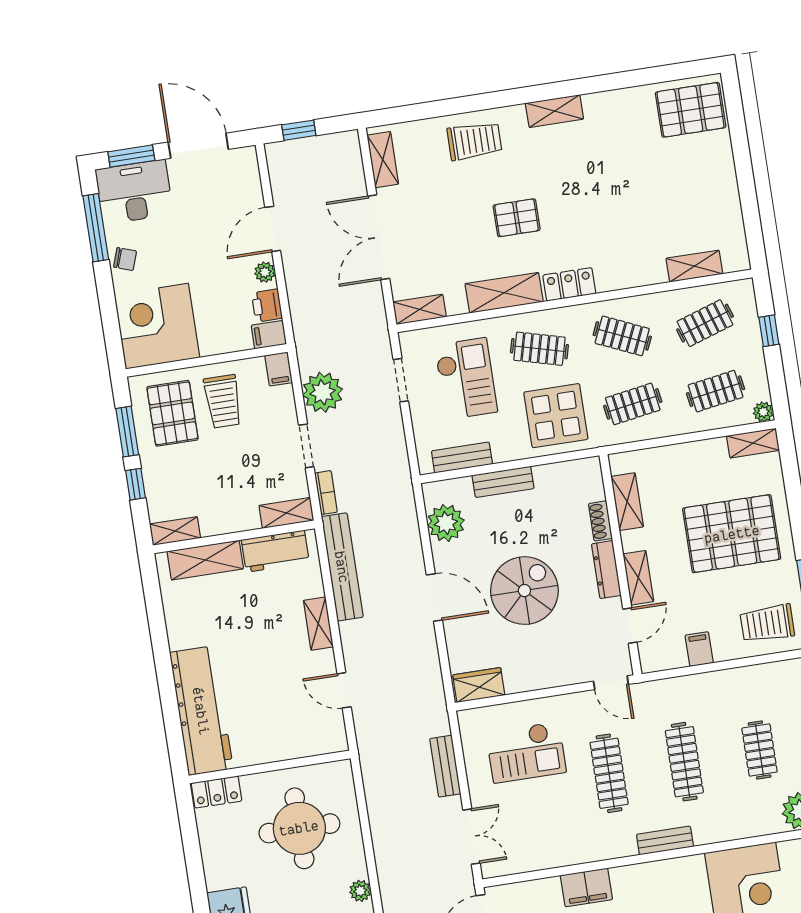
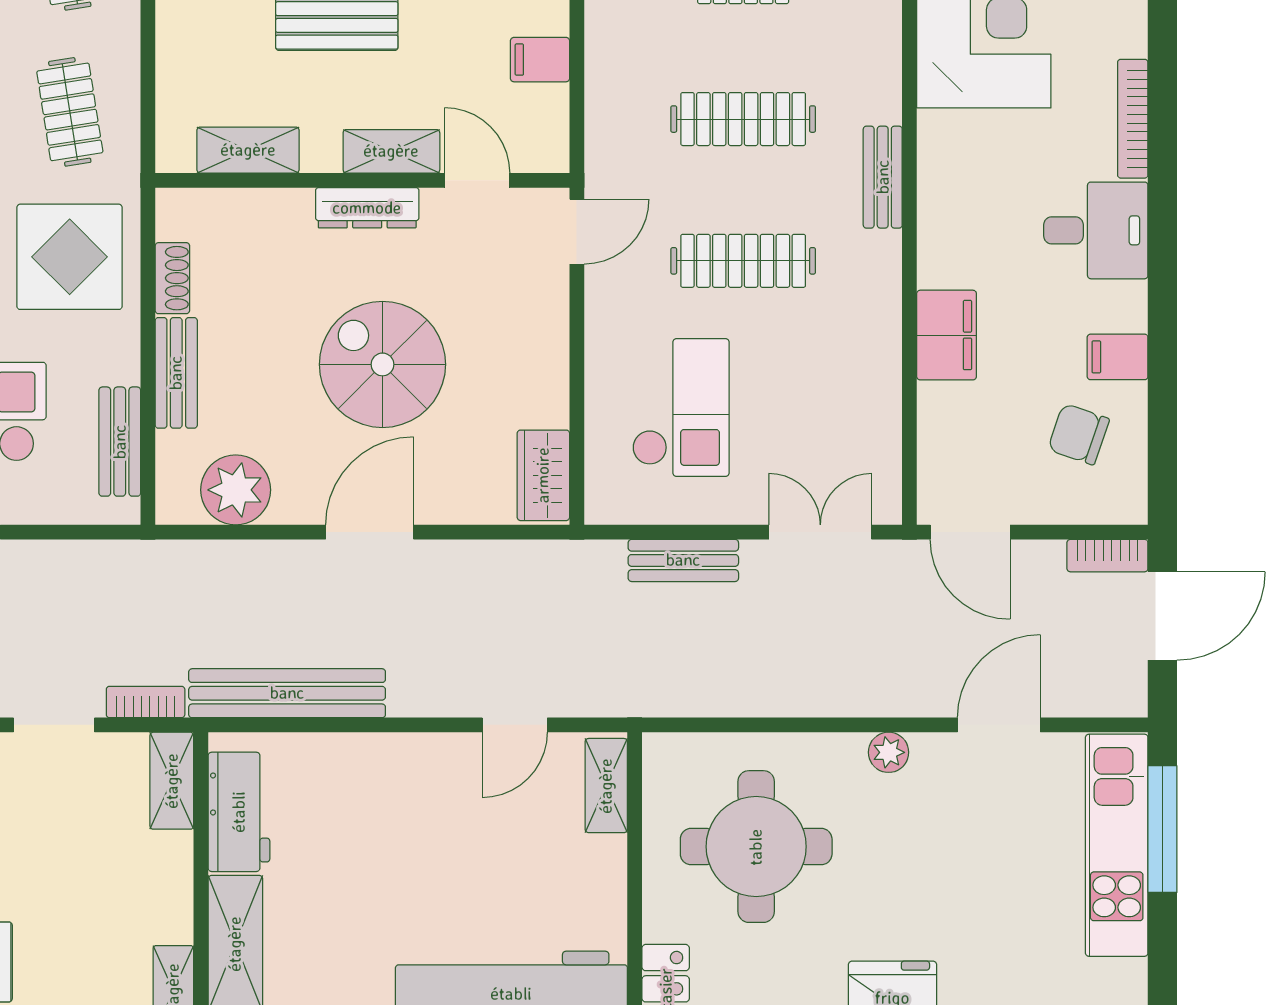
shoe rack: (600, 521) -> (172, 278), moved, turned -90
shelving: (318, 624) -> (606, 786), moved, turned 90

